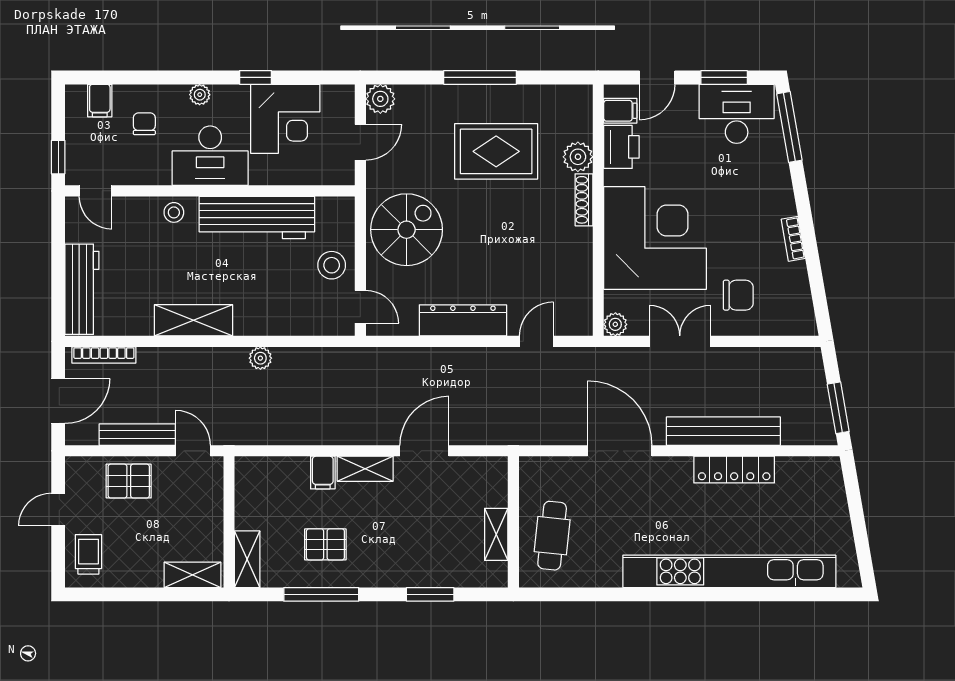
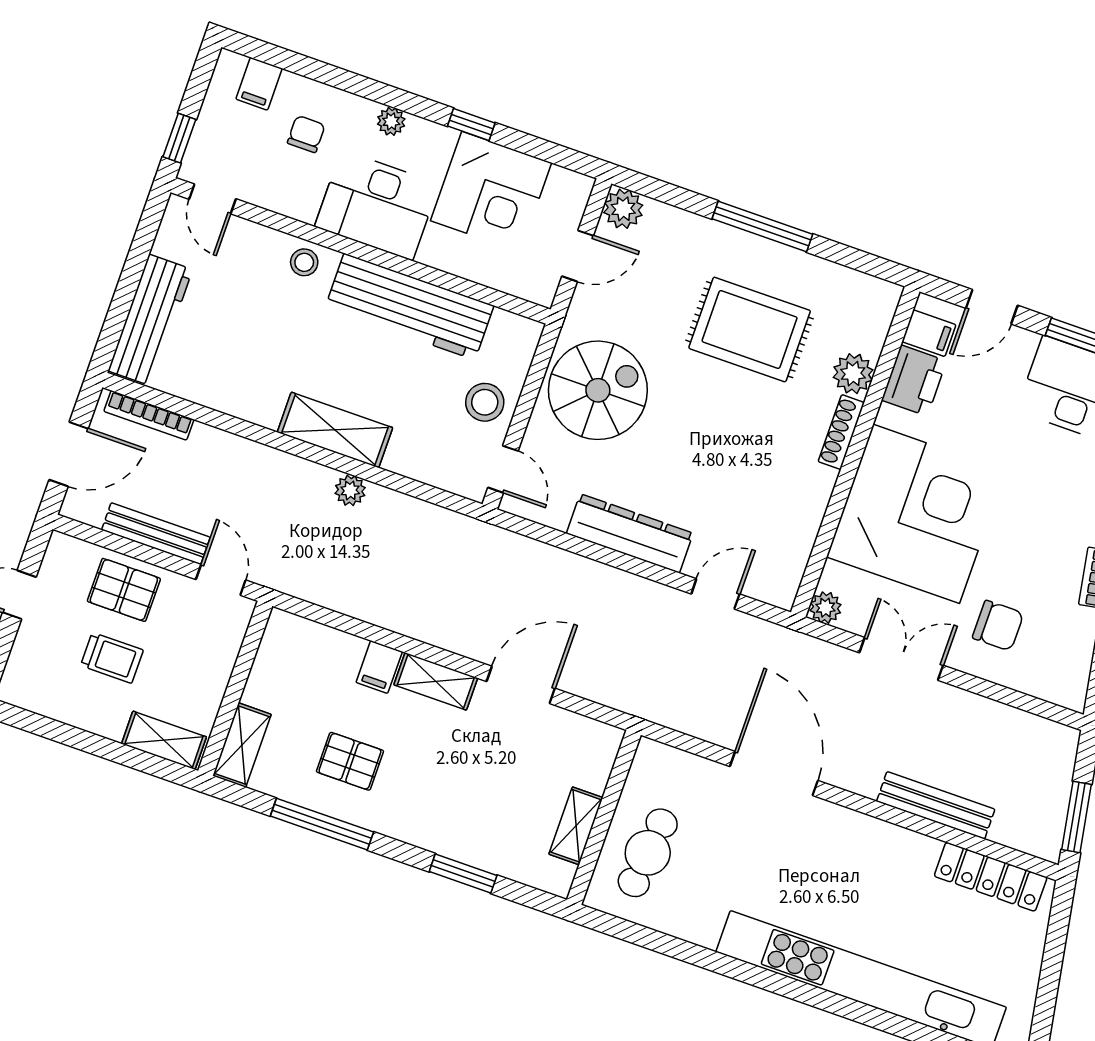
shelving: (194, 320) -> (335, 430), moved
bench: (723, 431) -> (936, 805), width x0.73, depth x0.82
locker: (734, 470) -> (991, 877), moved
trolley: (88, 554) -> (112, 658), moved, turned 90

